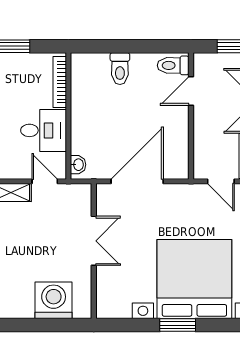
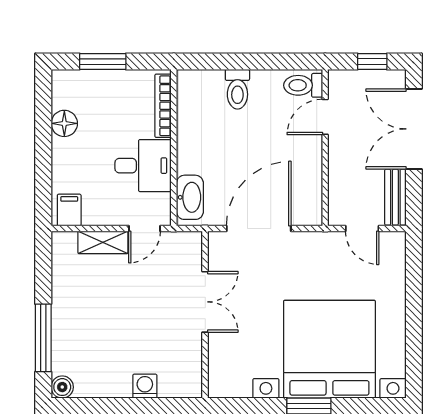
washbasin: (78, 165) -> (190, 197), width x1.91, depth x1.45
door: (45, 181) -> (145, 229), swing flipped
washing machine: (54, 300) -> (145, 386), width x0.53, depth x0.53

